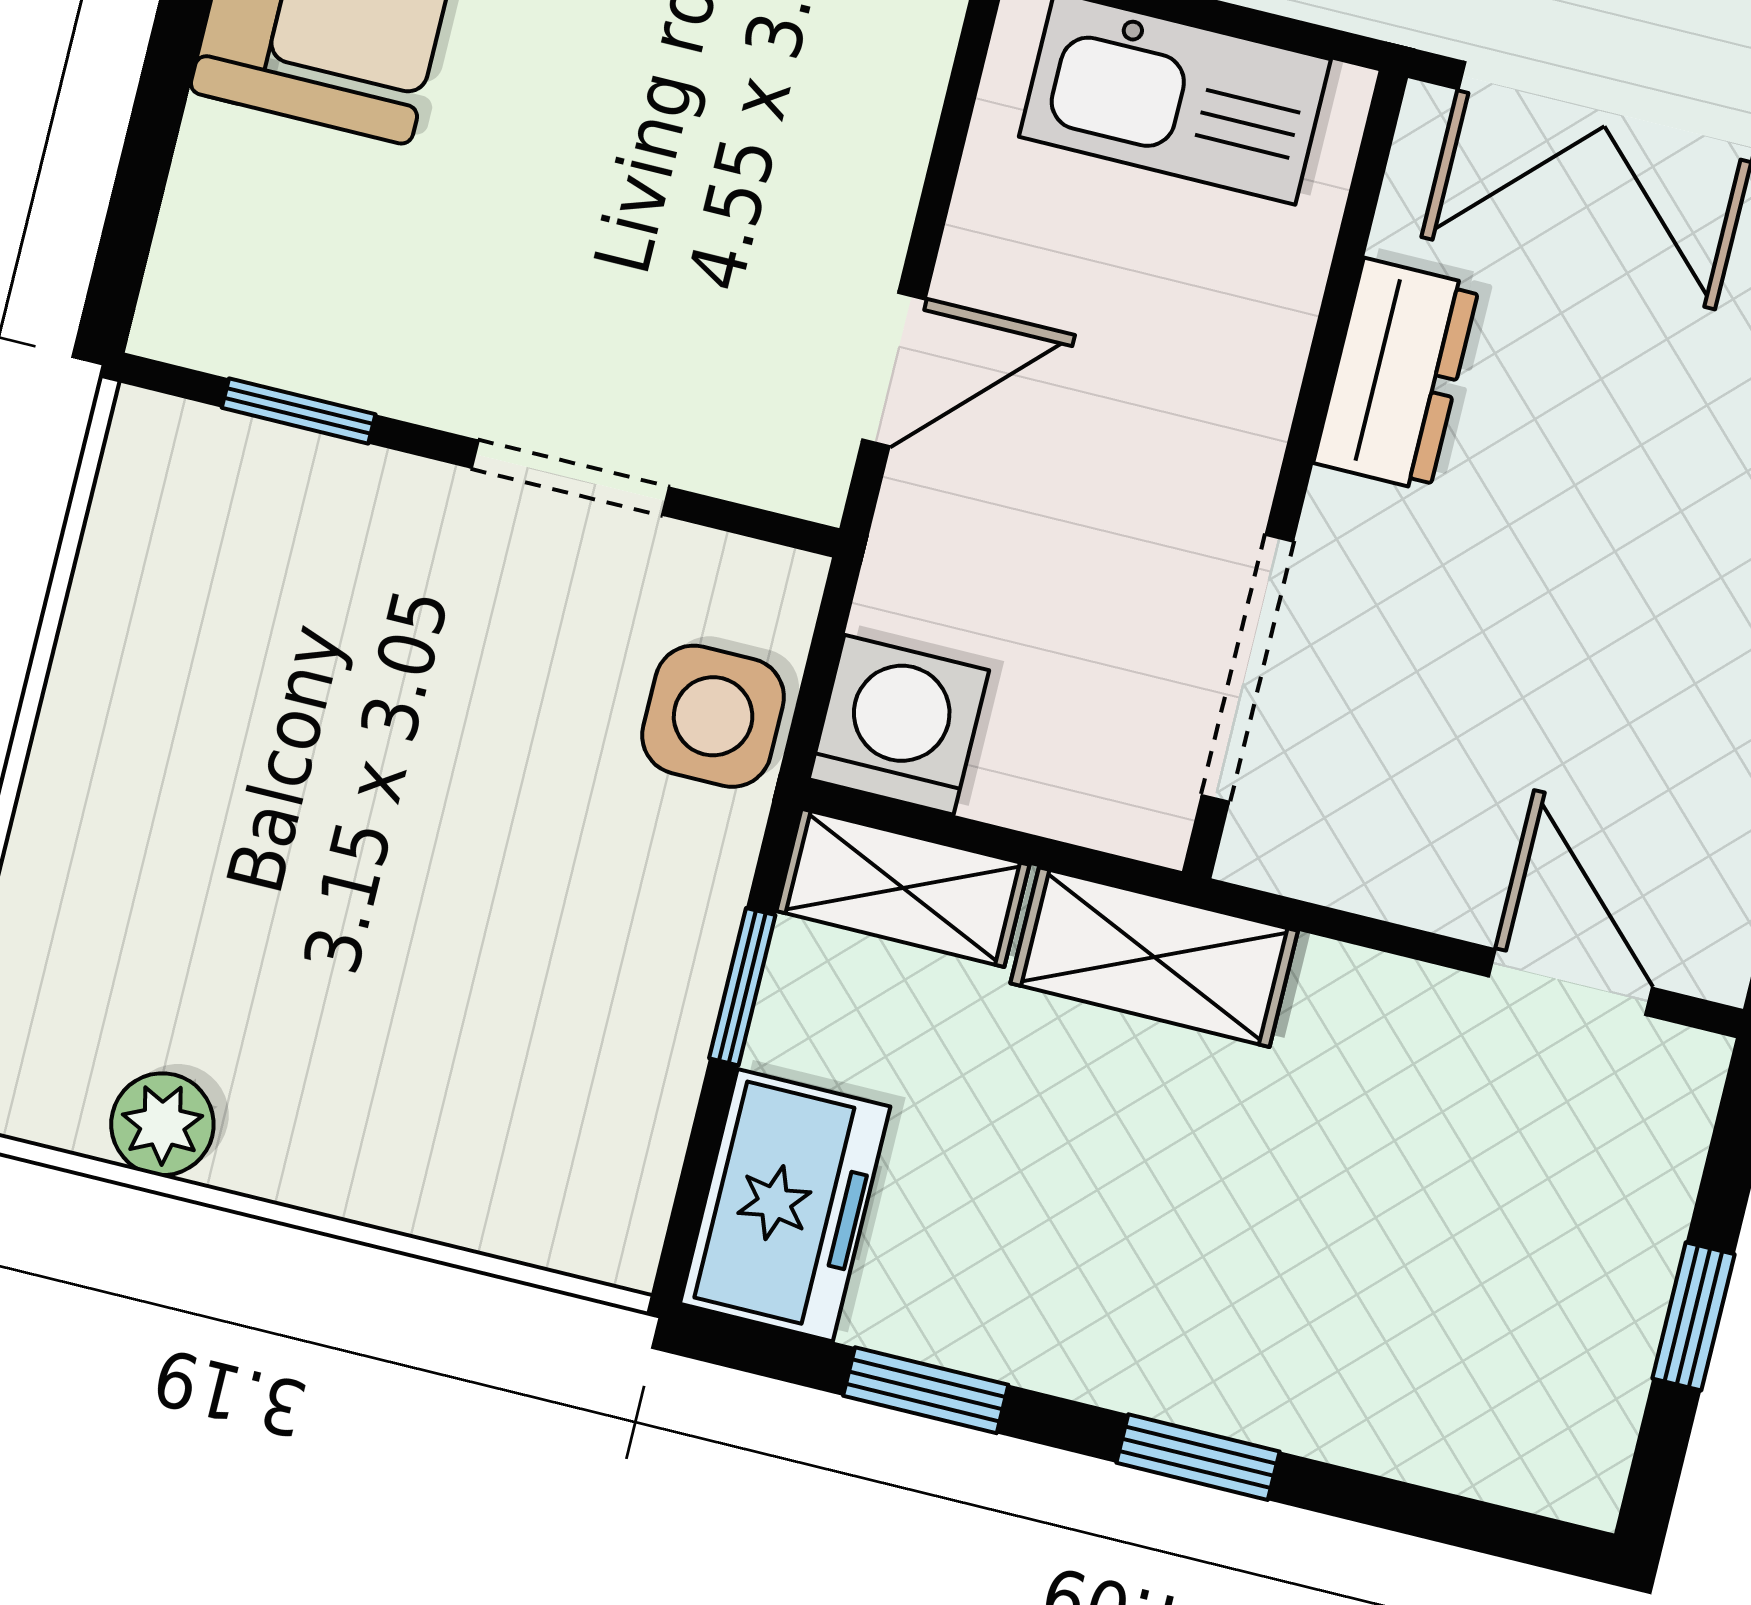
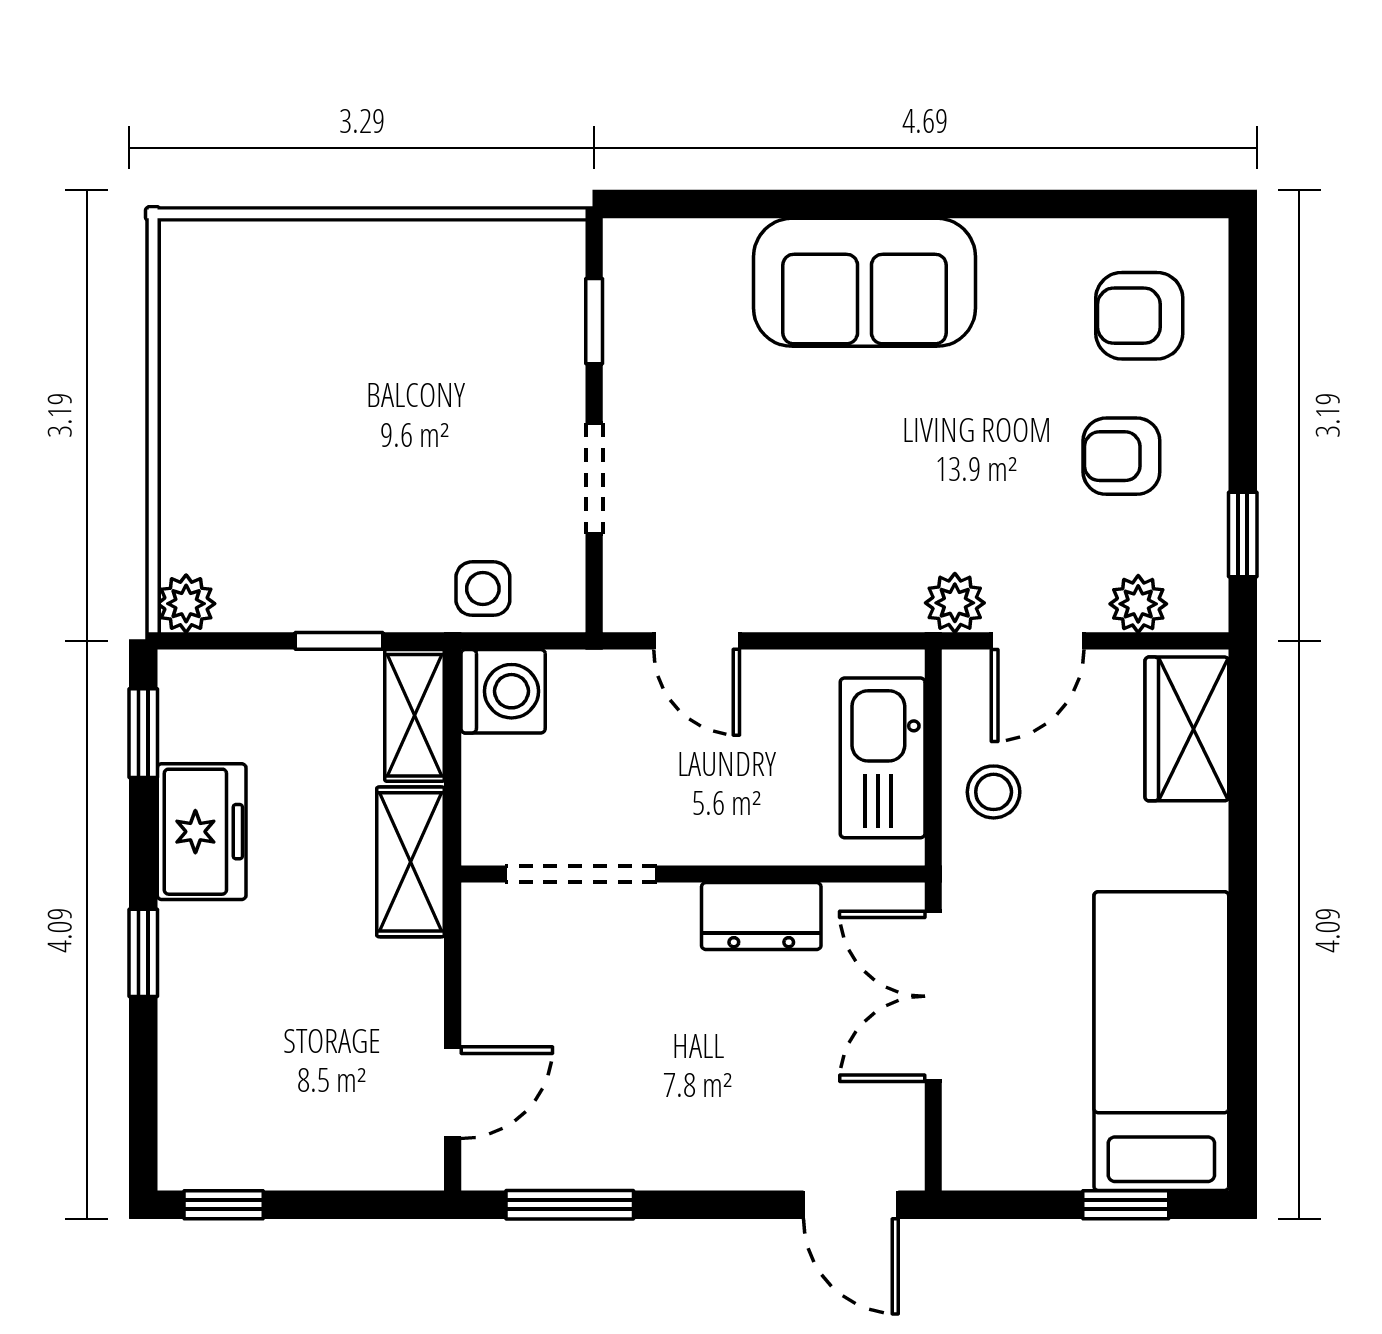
side table: (713, 716) -> (483, 589), width x0.73, depth x0.73
plant: (162, 1124) -> (186, 604), moved
freezer: (785, 1205) -> (202, 832), moved, turned -90
window: (1694, 1316) -> (224, 1205), moved
window: (926, 1390) -> (143, 733), moved

